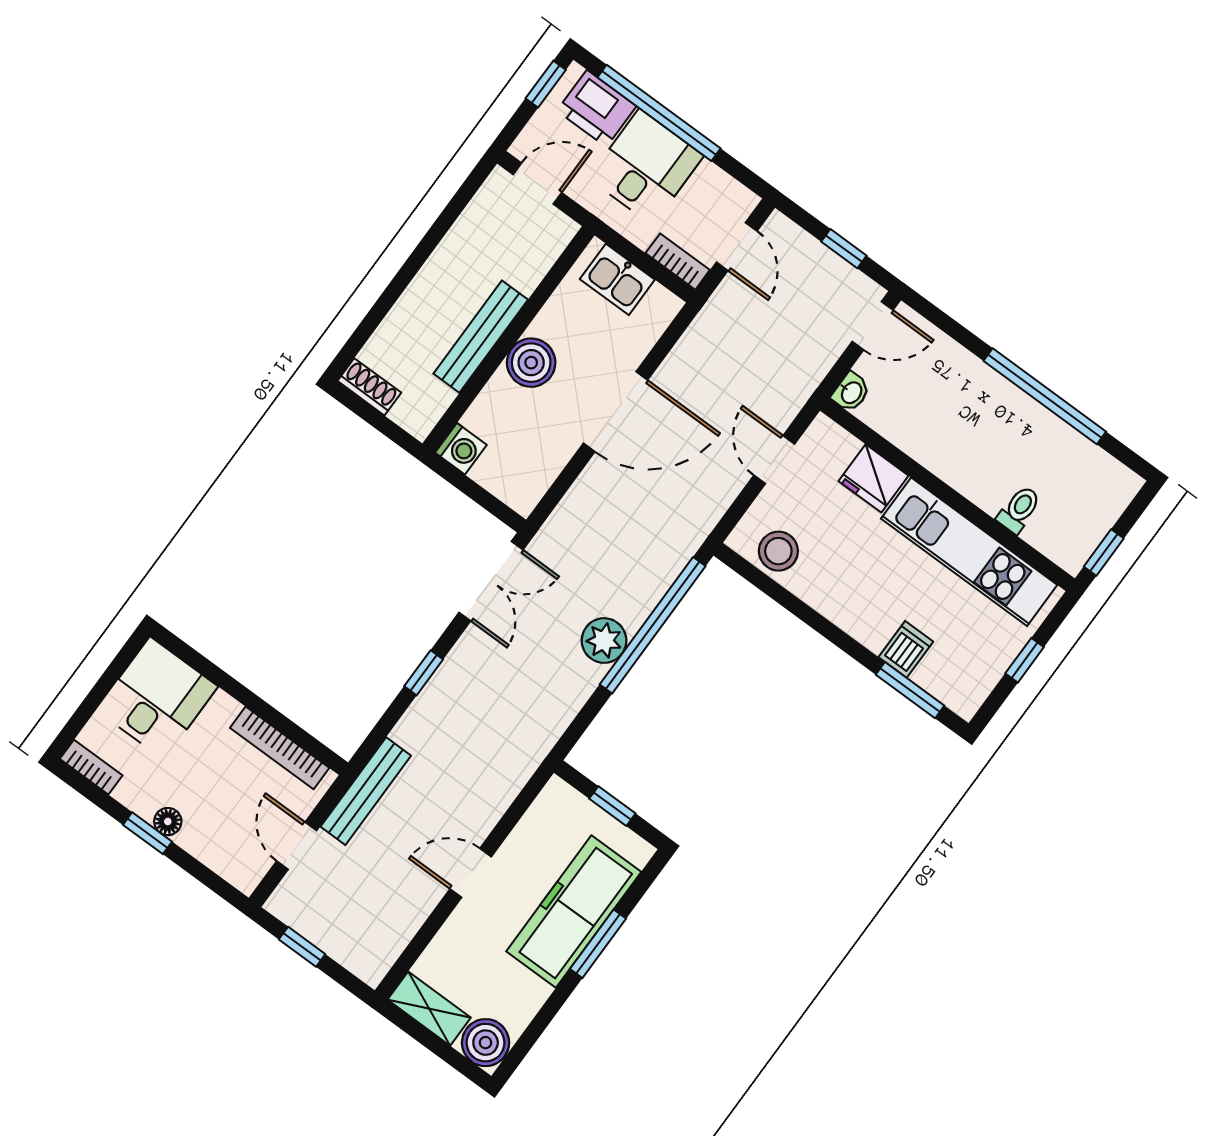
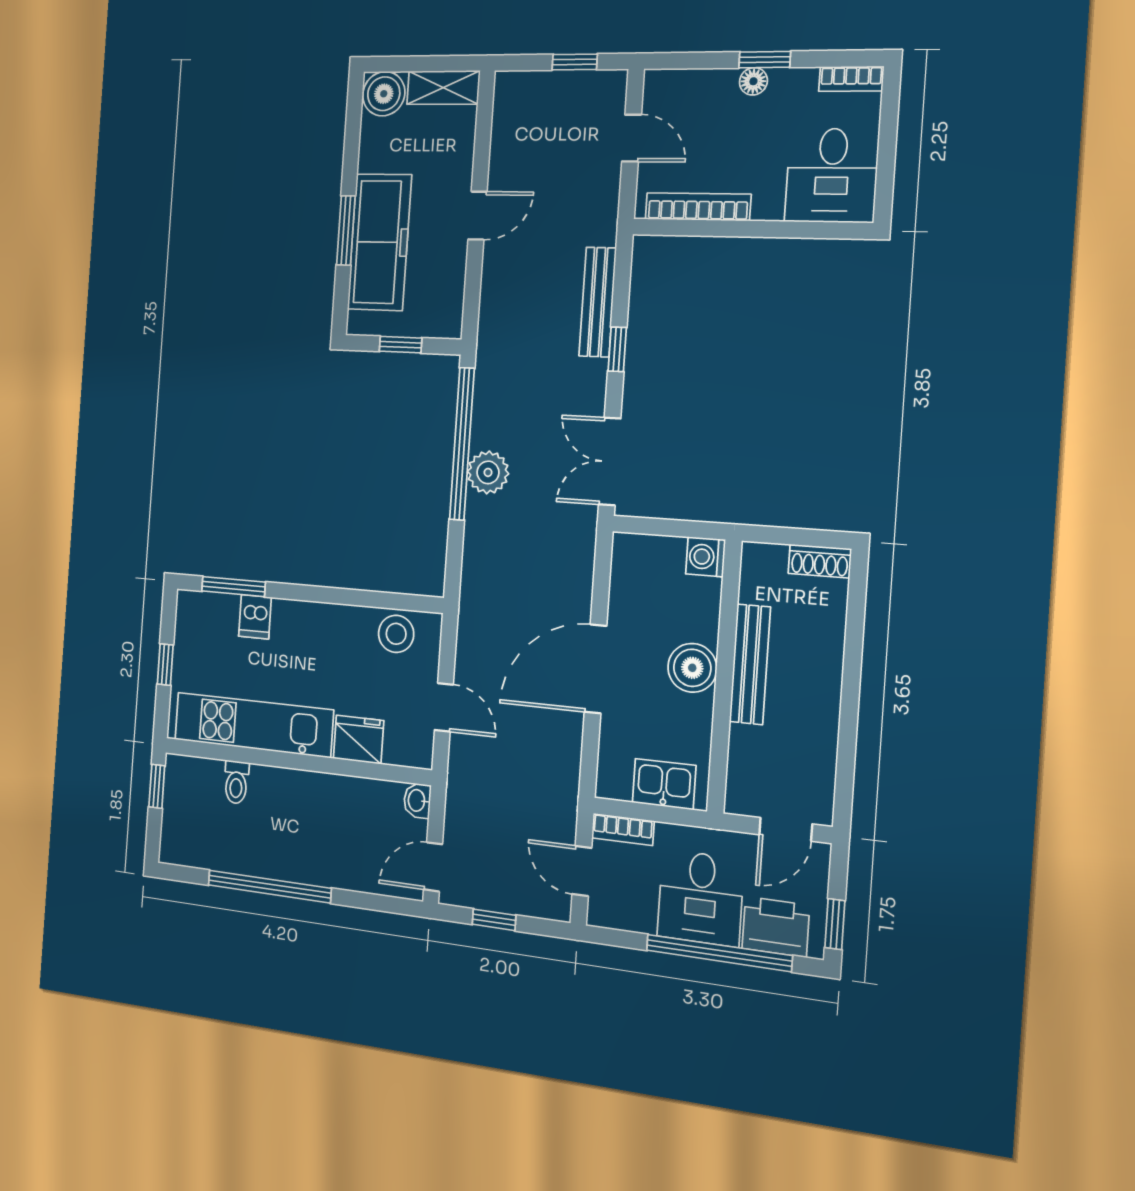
window: (653, 625) -> (462, 444), moved
bench: (366, 791) -> (598, 302), moved

